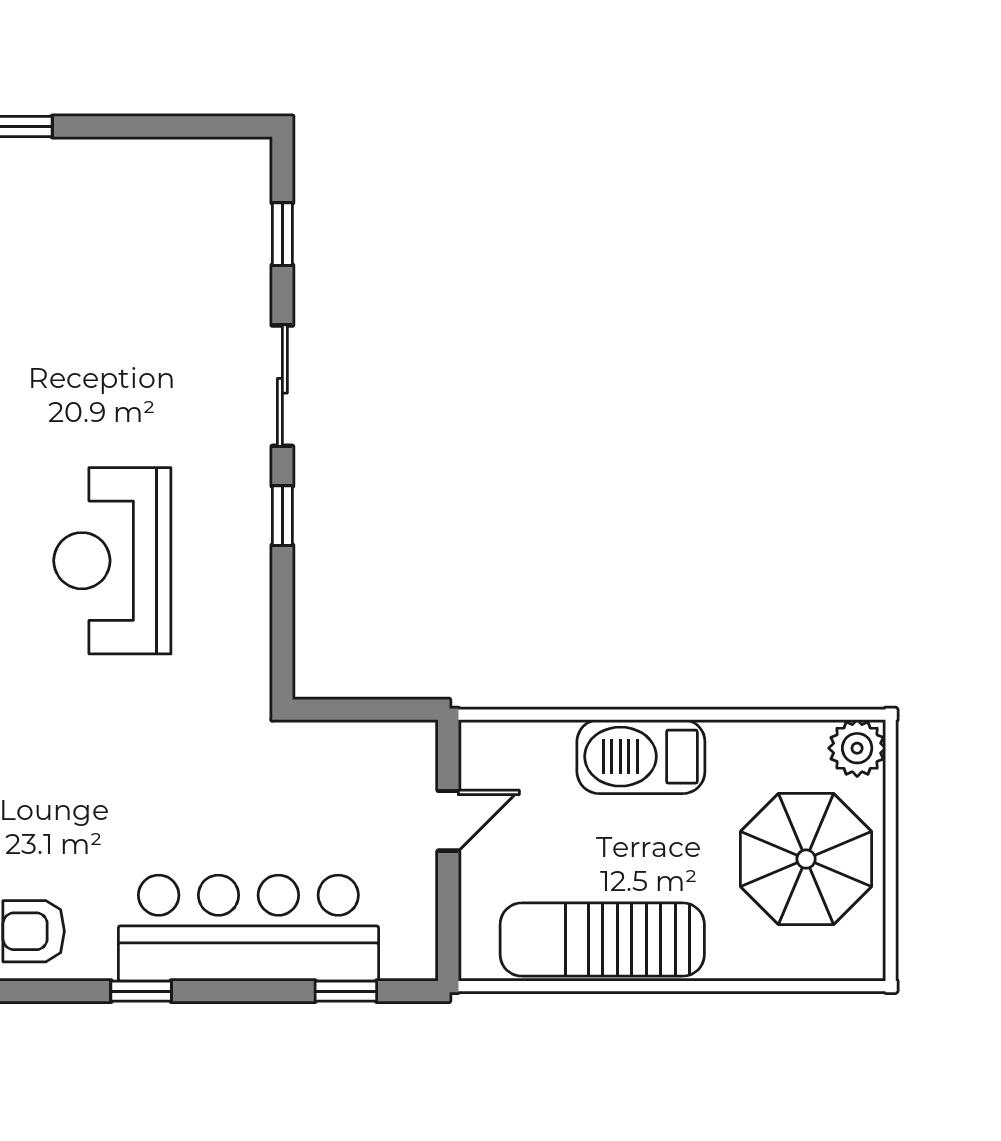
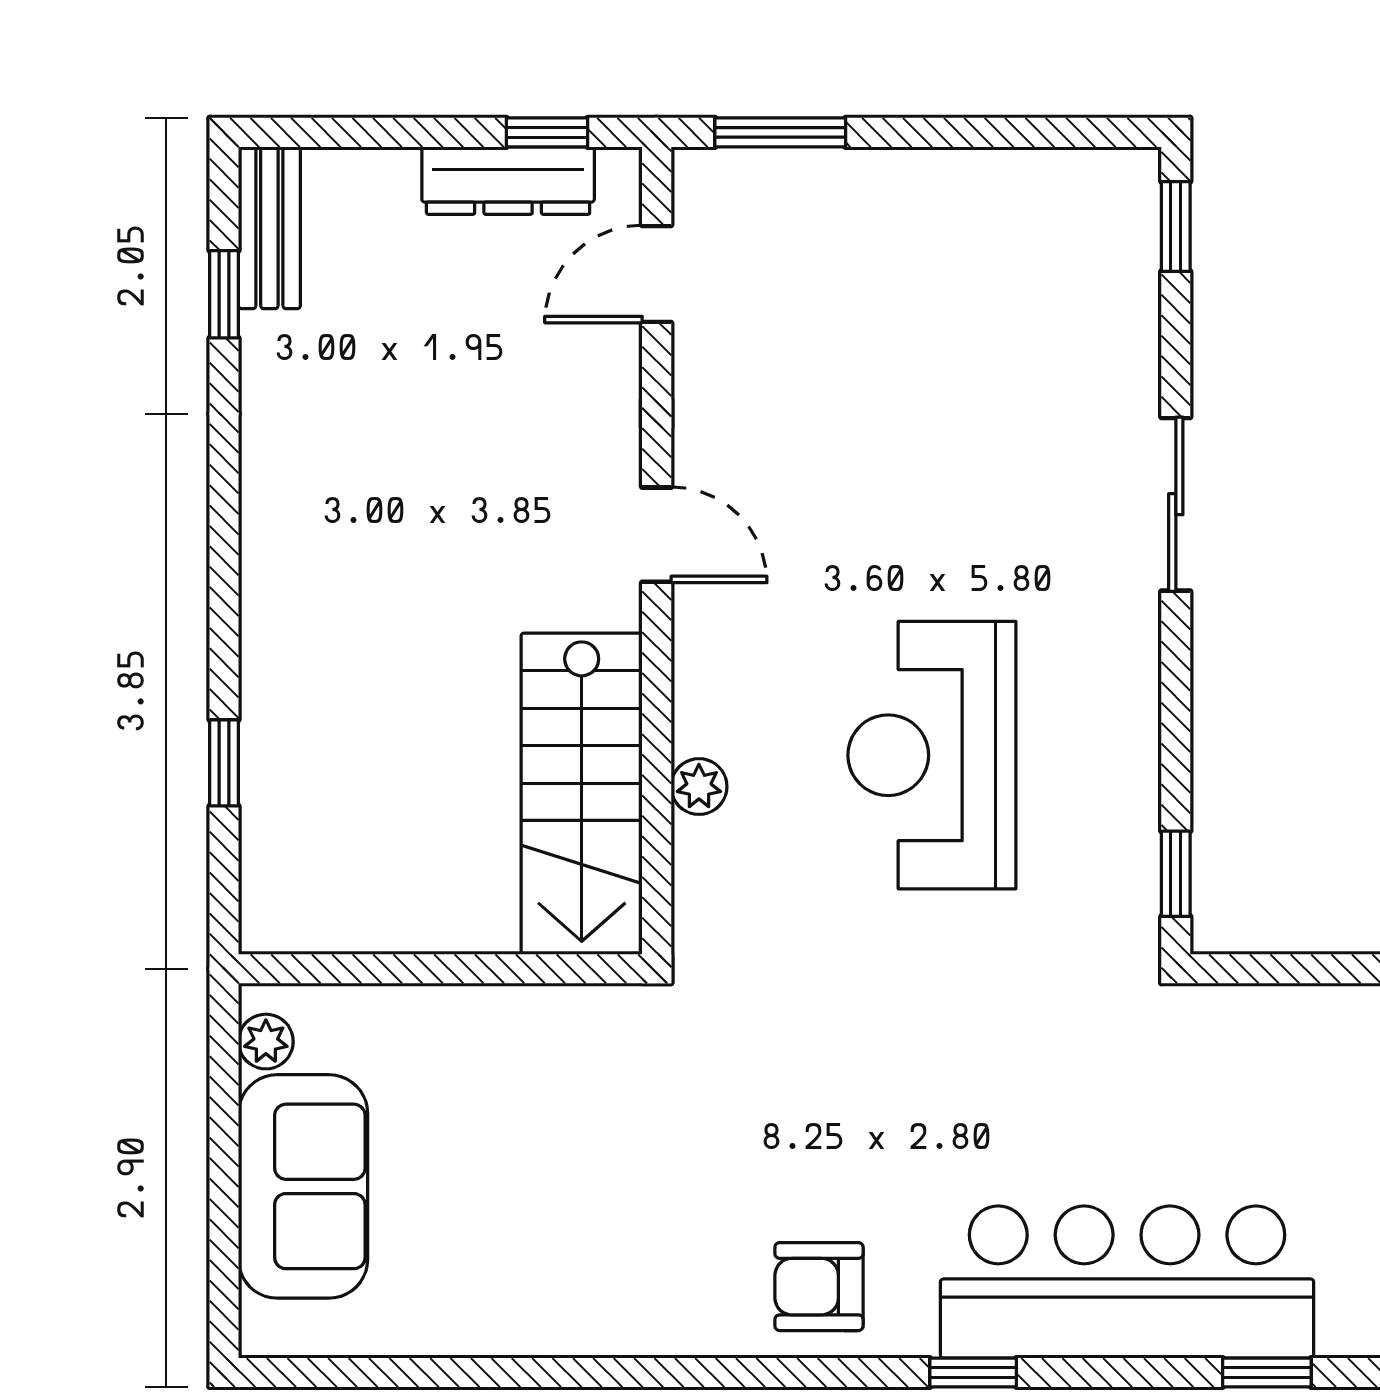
window: (282, 234) -> (1176, 227), moved
window: (282, 516) -> (1176, 874), moved

